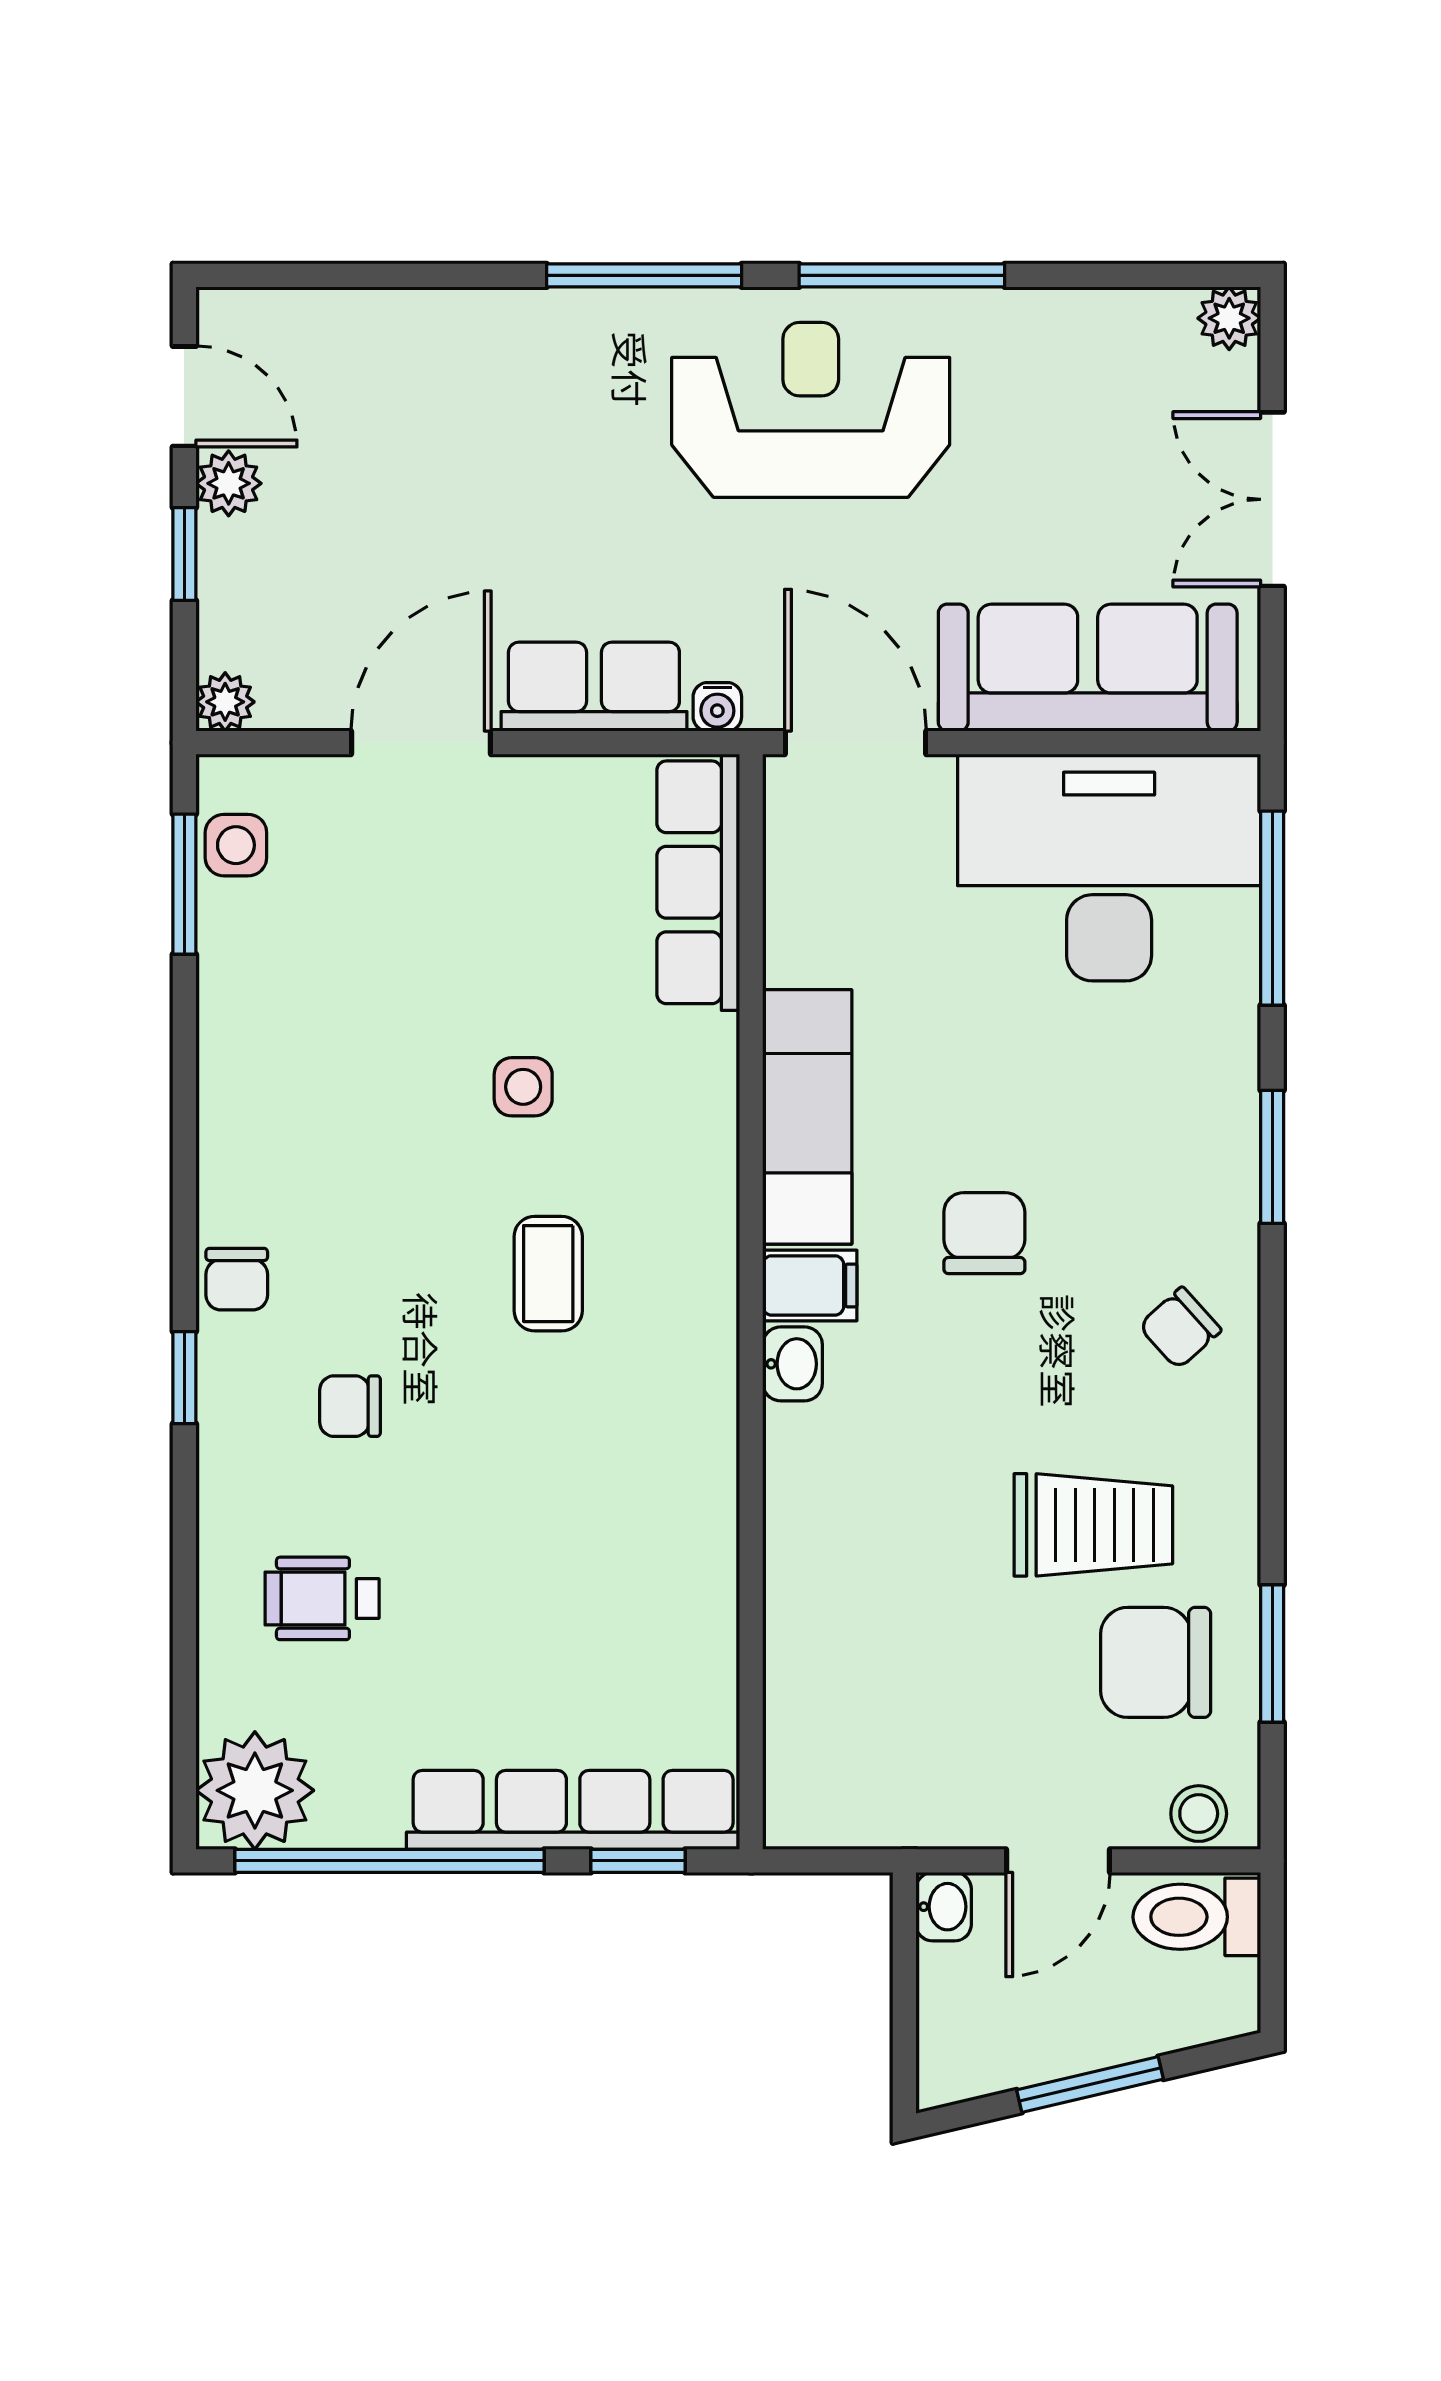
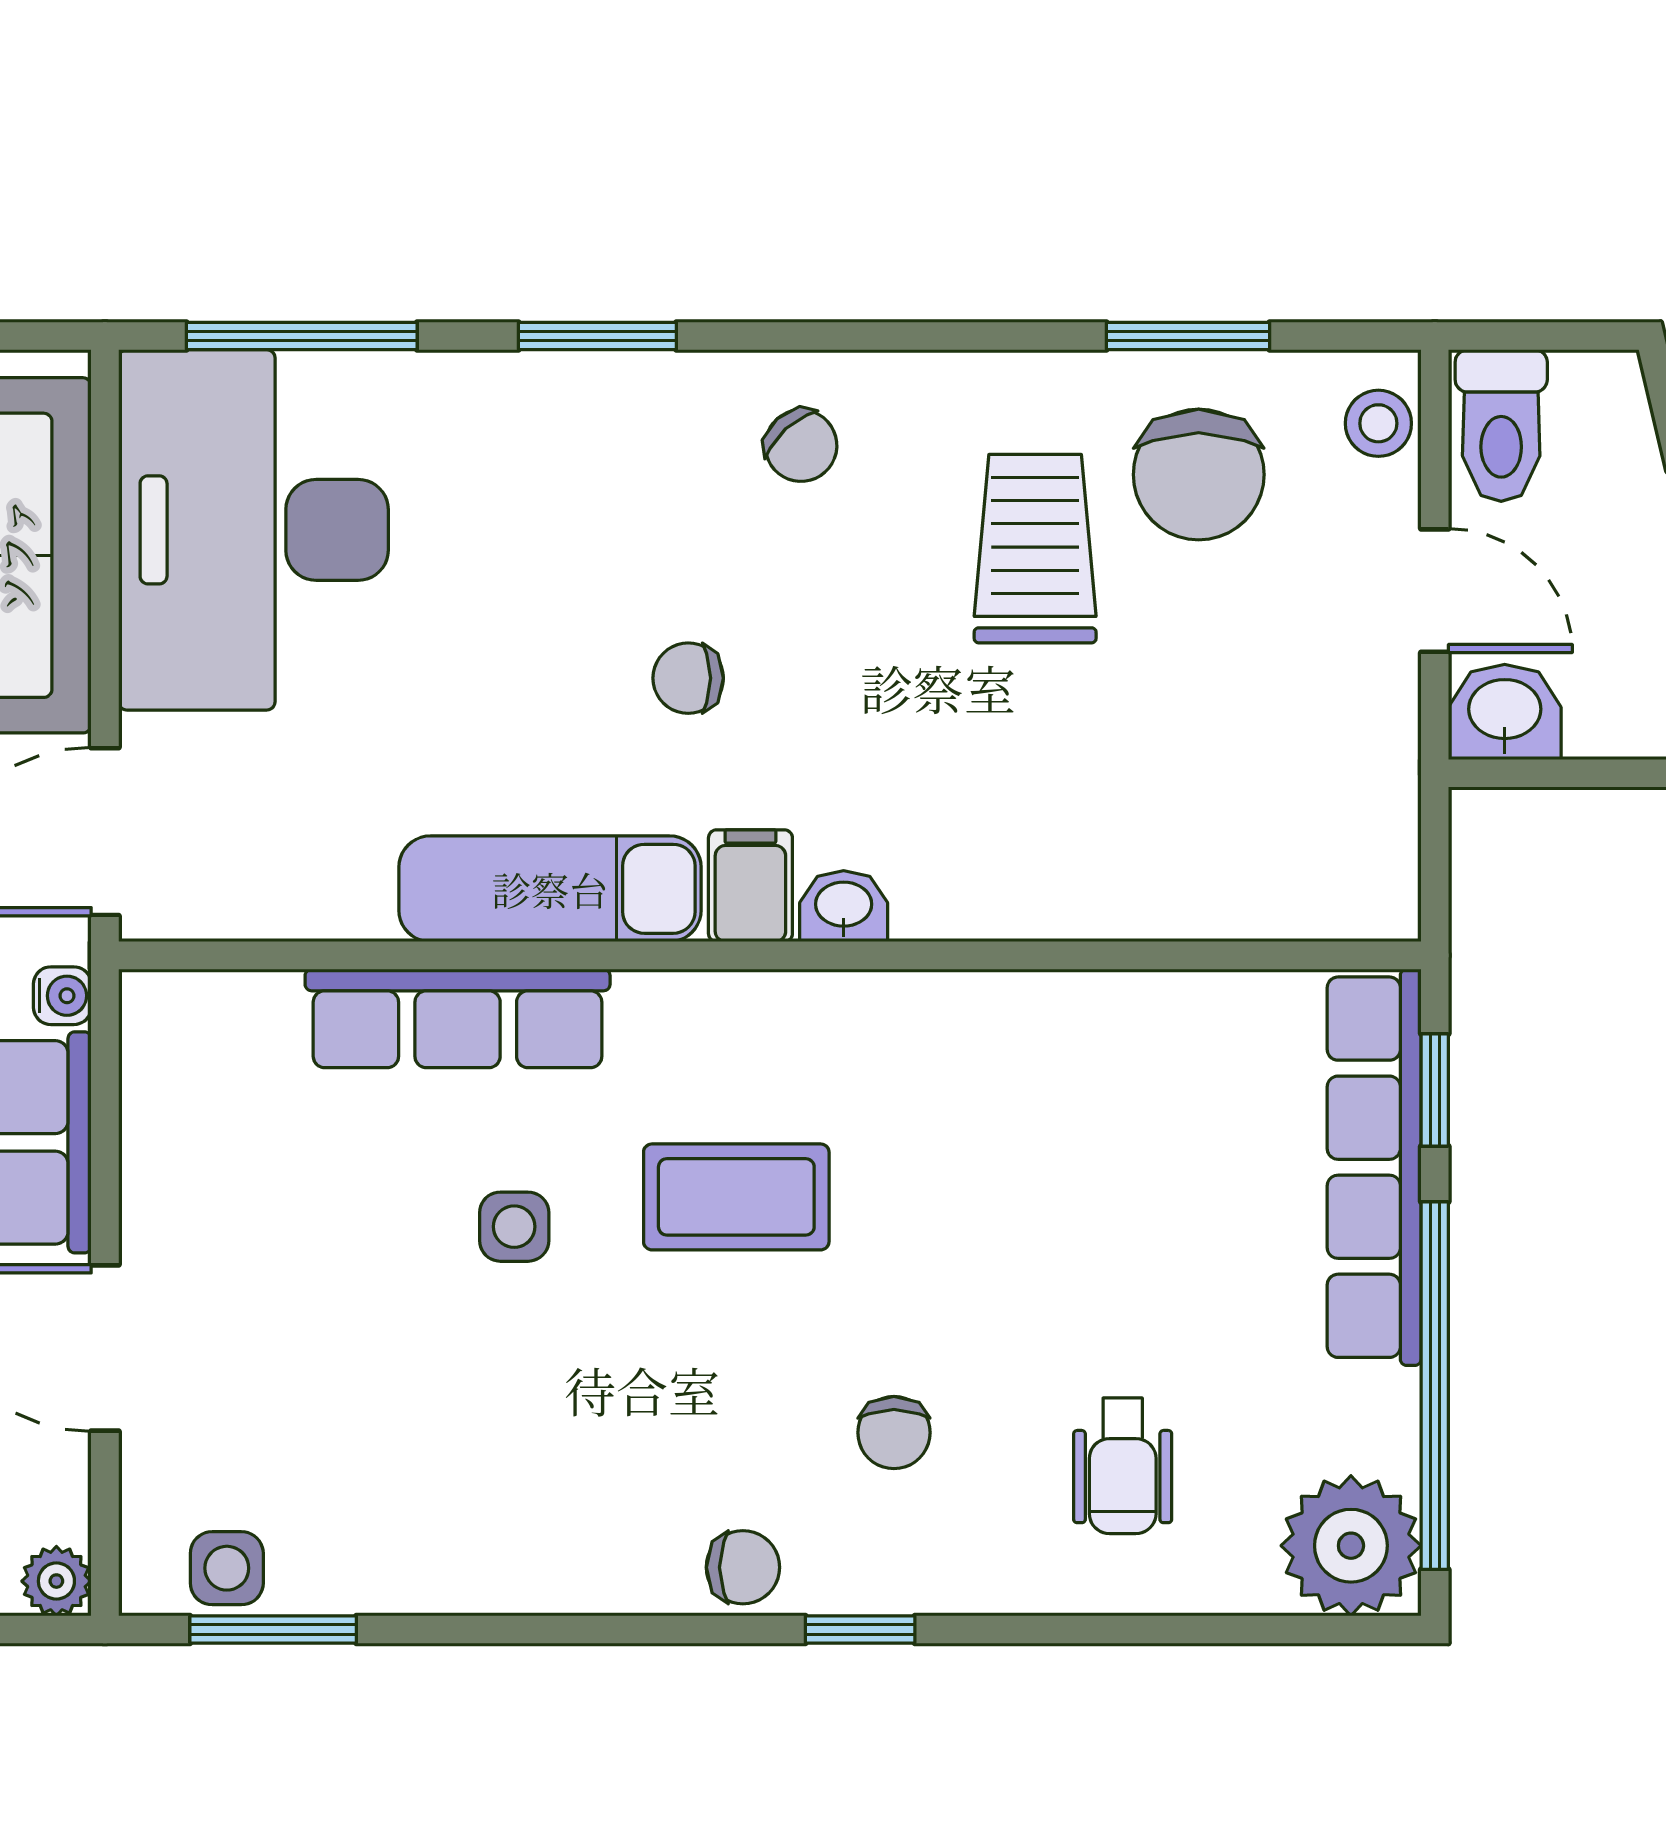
row of seats: (698, 882) -> (458, 1018), moved
chair: (984, 1233) -> (688, 678), width x0.73, depth x0.73
coffee table: (548, 1274) -> (736, 1197), width x1.36, depth x1.30
washbasin: (944, 1907) -> (1505, 712), width x1.38, depth x1.45

